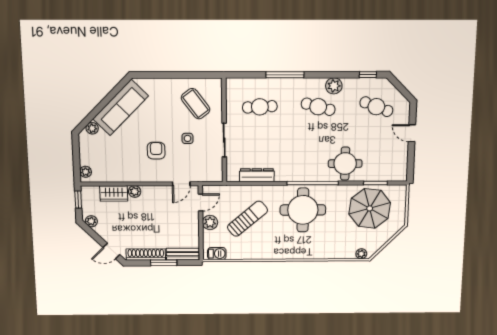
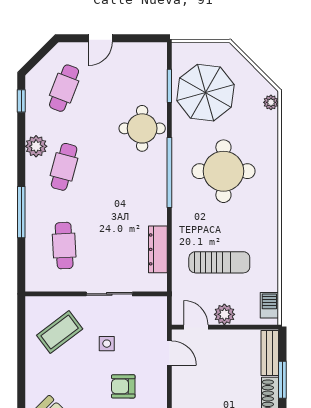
round table: (303, 210) -> (223, 171), moved
sun lounger: (247, 219) -> (219, 262), turned 130

